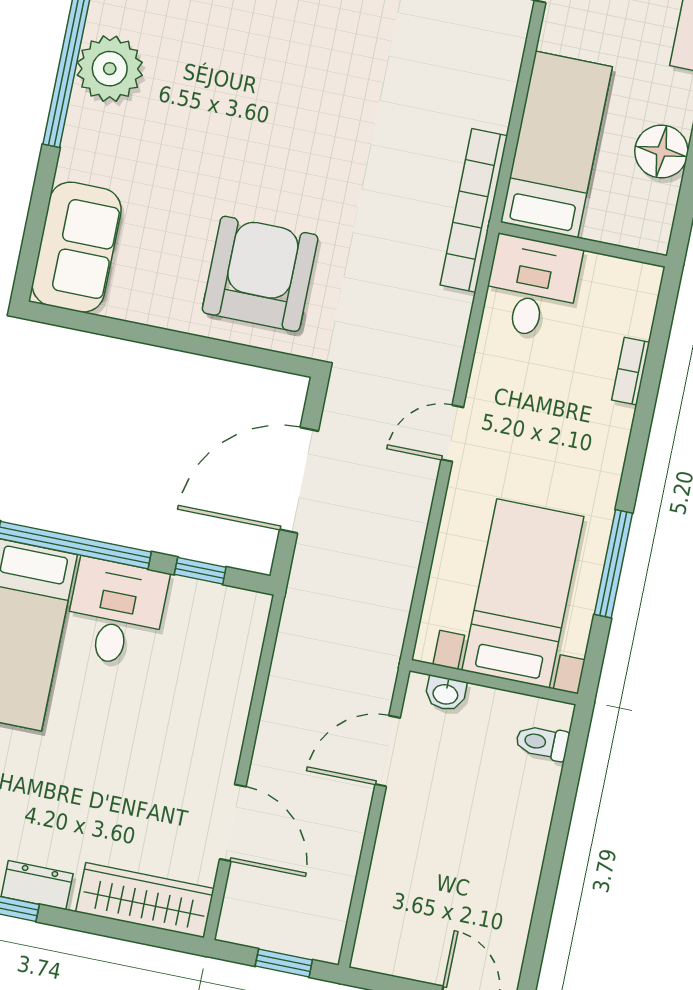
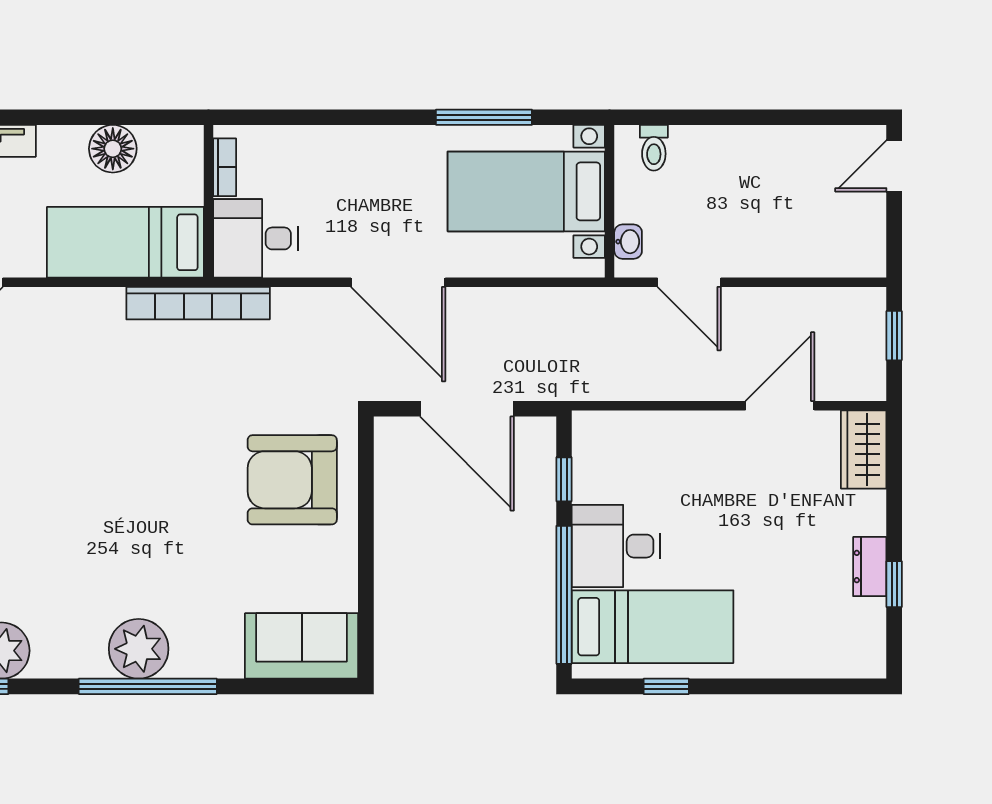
bookcase: (631, 371) -> (225, 167), moved, turned -90
door: (452, 433) -> (398, 282), width x1.87
wardrobe: (145, 900) -> (864, 449), width x0.67

